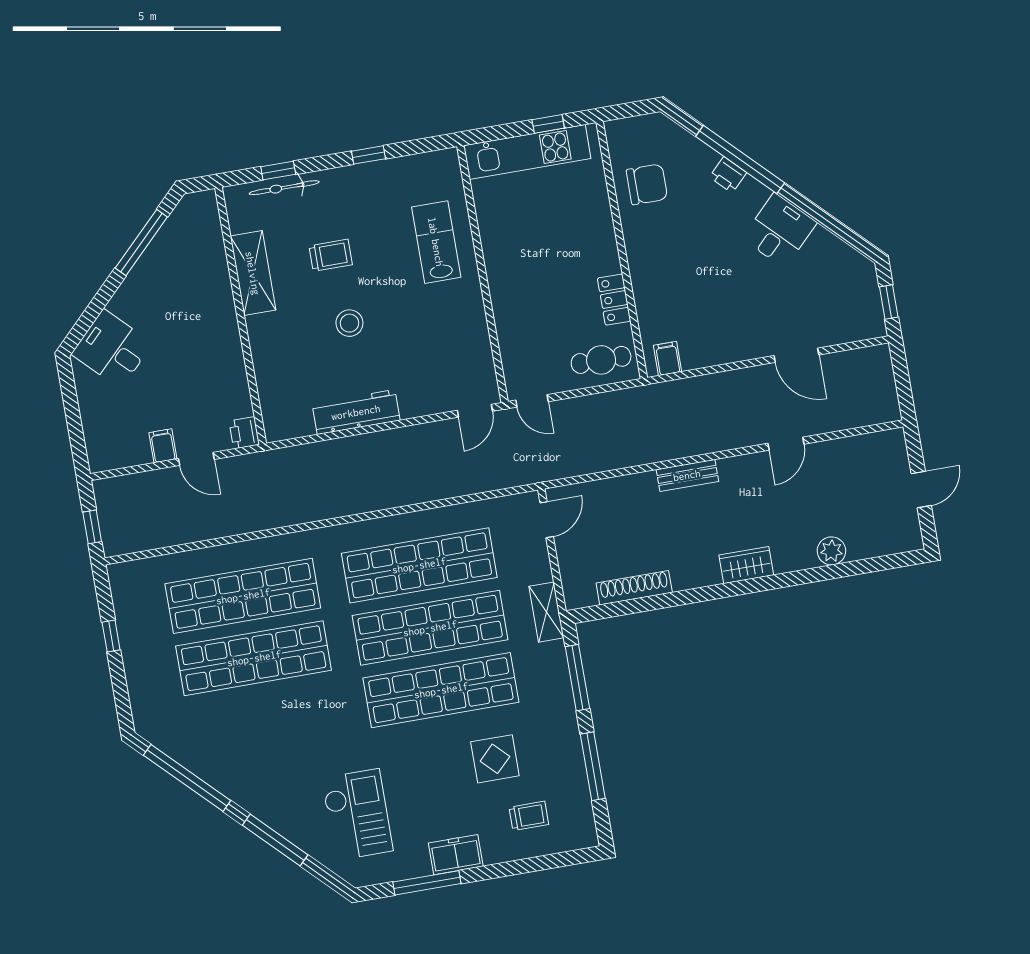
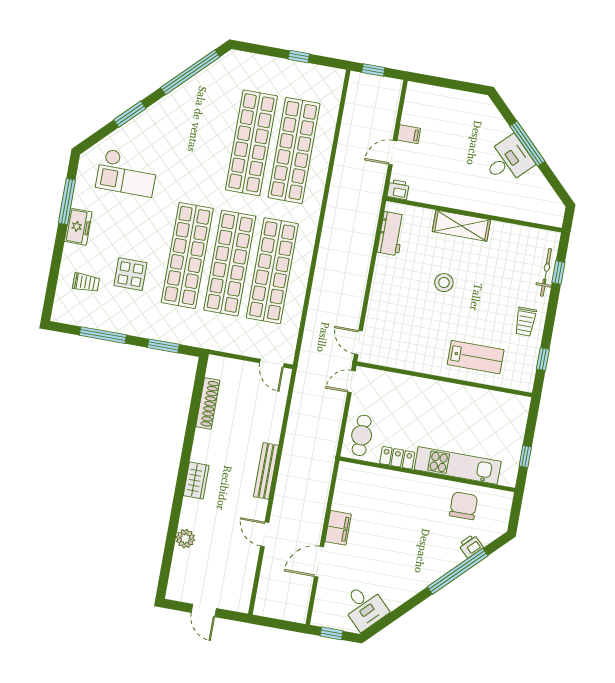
kitchen unit: (527, 152) -> (458, 466), moved, turned 90
window: (368, 155) -> (543, 359), moved
printer: (728, 175) -> (471, 546), moved
chair: (647, 184) -> (464, 506), turned 180
desk: (779, 230) -> (364, 607), moved
window: (141, 243) -> (527, 144), moved
trolley: (331, 255) -> (525, 322), moved
shelving: (253, 273) -> (461, 226), moved
desk: (112, 349) -> (508, 160), moved
filing cabinet: (668, 358) -> (338, 528), moved, width x2.00
workbench: (356, 412) -> (391, 234), moved, width x0.73
bench: (687, 475) -> (266, 471), width x1.36
shelving: (546, 612) -> (213, 341), removed
window: (577, 678) -> (163, 346), width x0.69
trolley: (529, 816) -> (86, 283), turned -90
window: (275, 840) -> (130, 114), width x0.69

